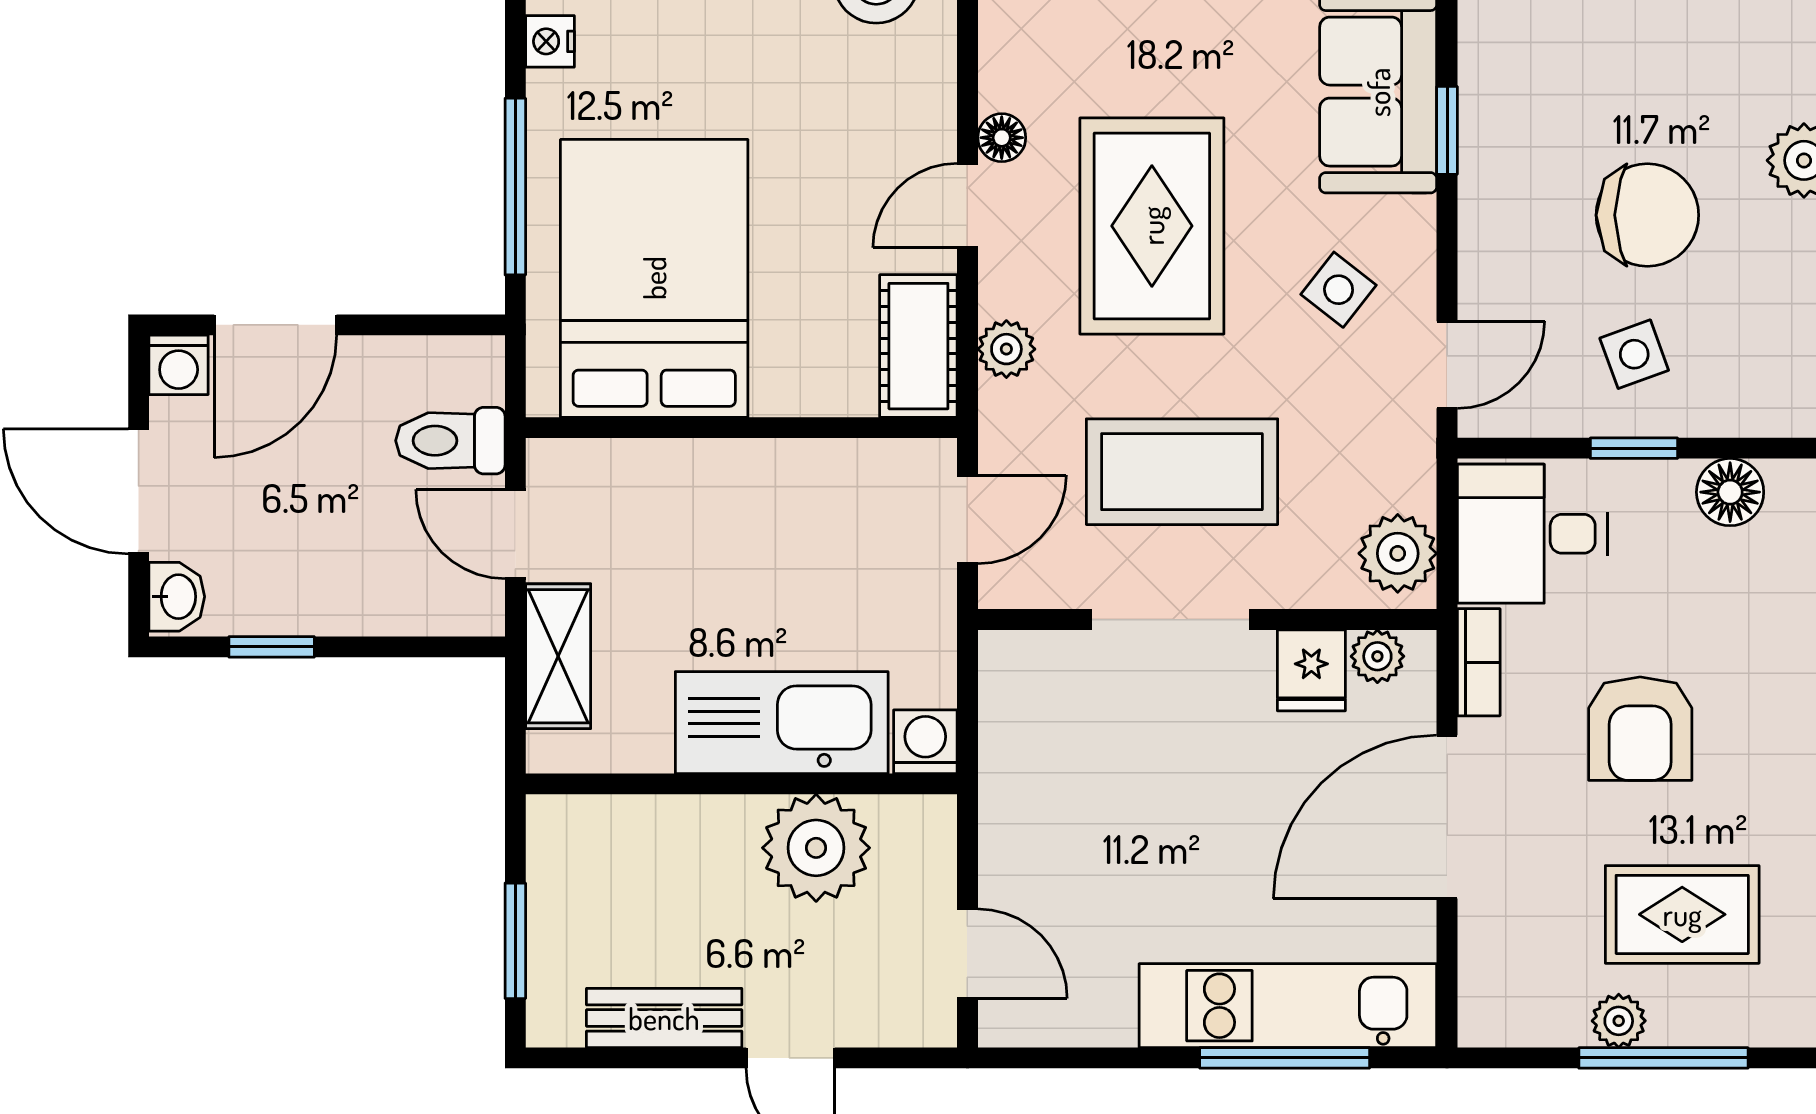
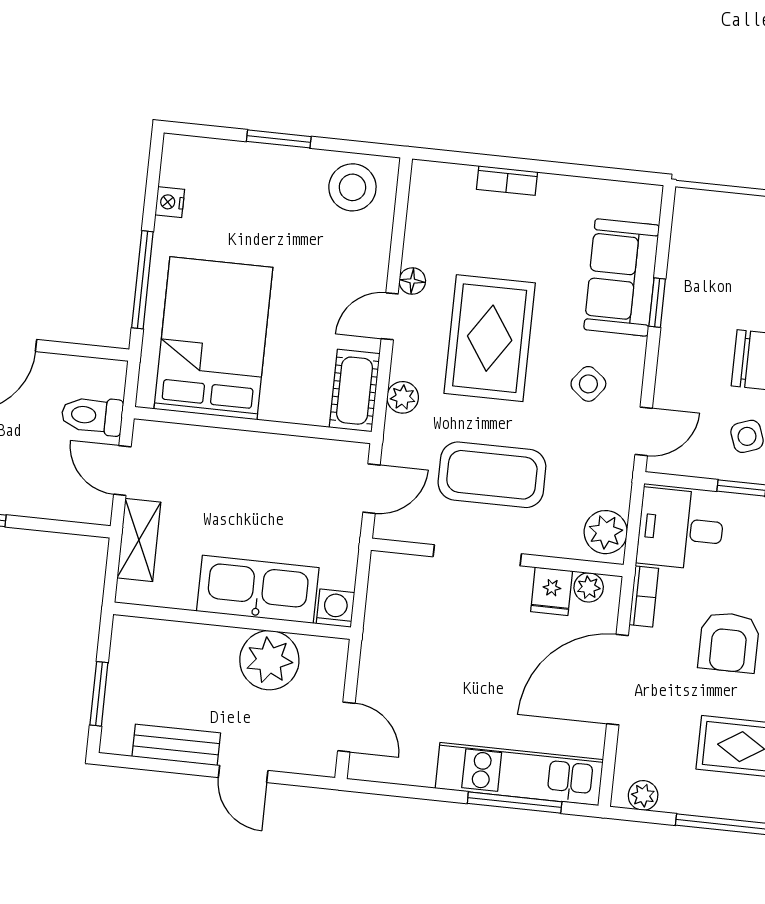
plant: (1619, 1021) -> (643, 795), moved

